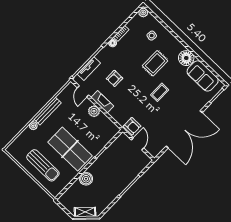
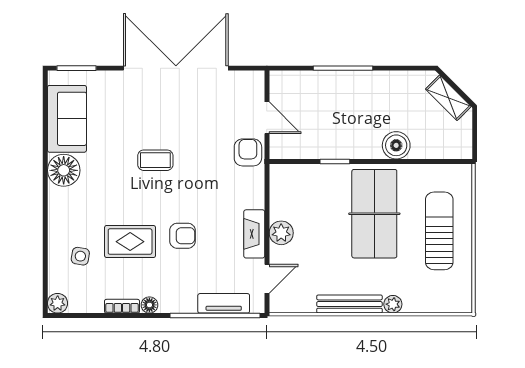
rug: (155, 63) -> (130, 242), moved
armchair: (115, 78) -> (183, 236), moved
door: (138, 144) -> (267, 118), swing flipped

